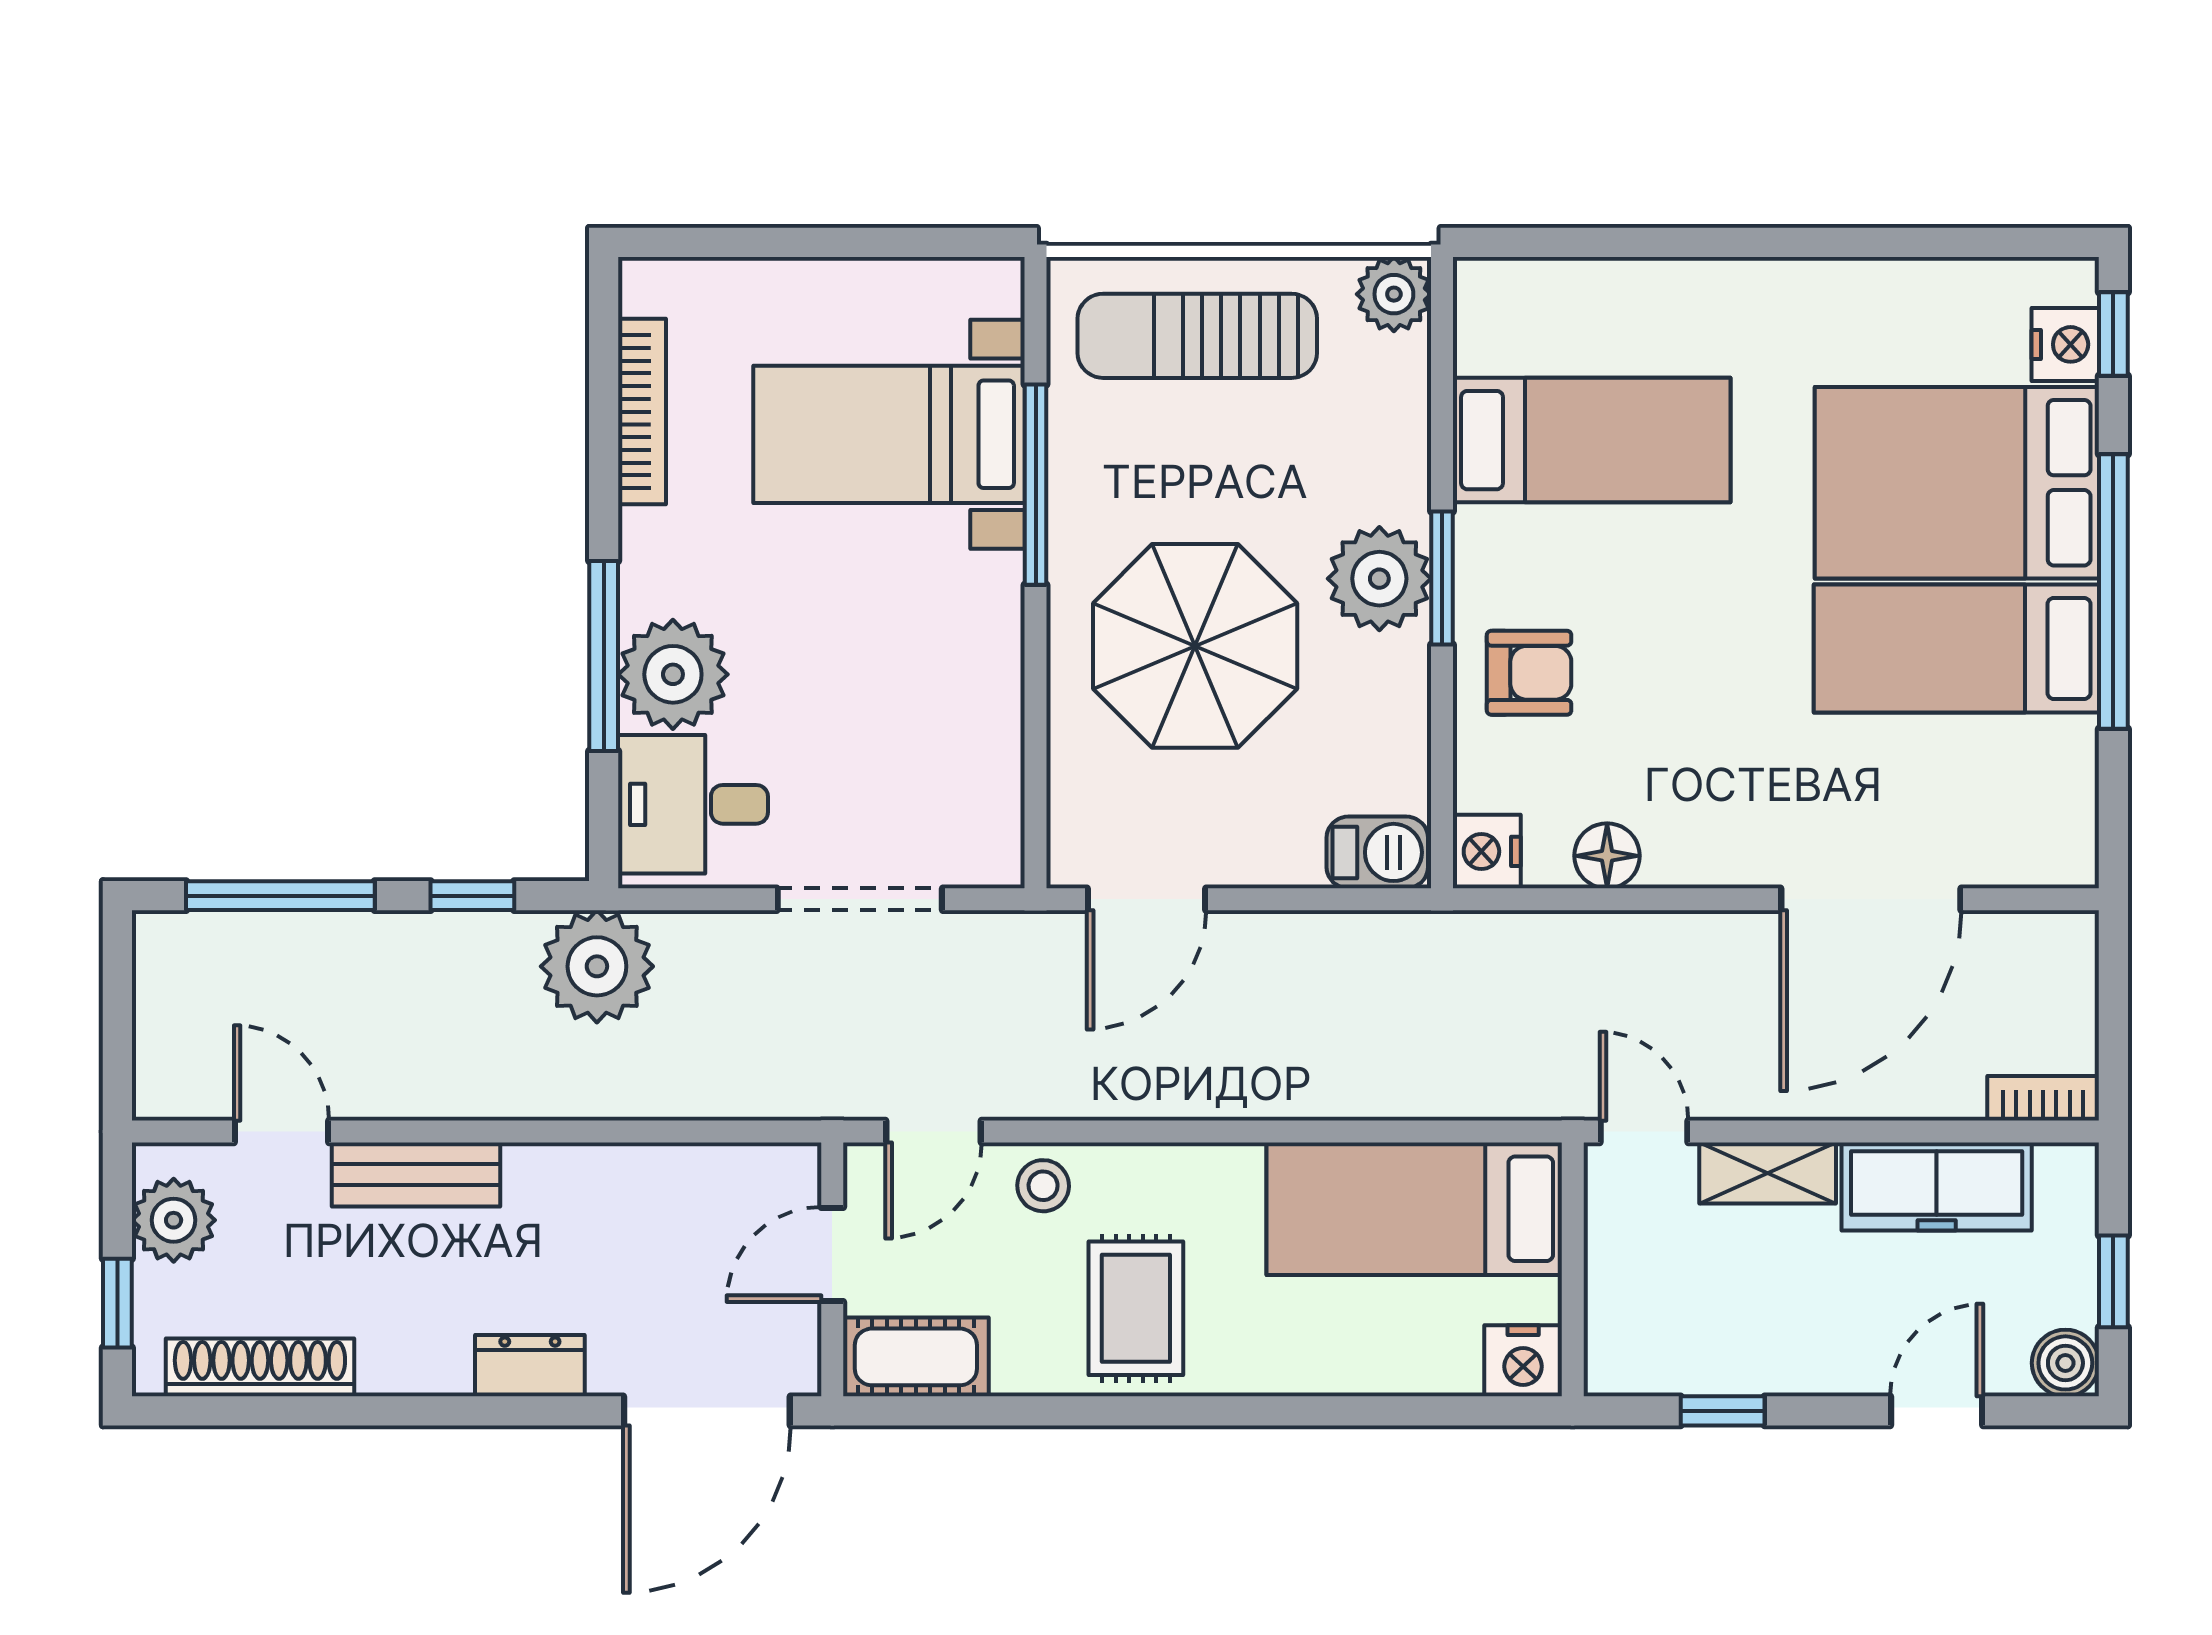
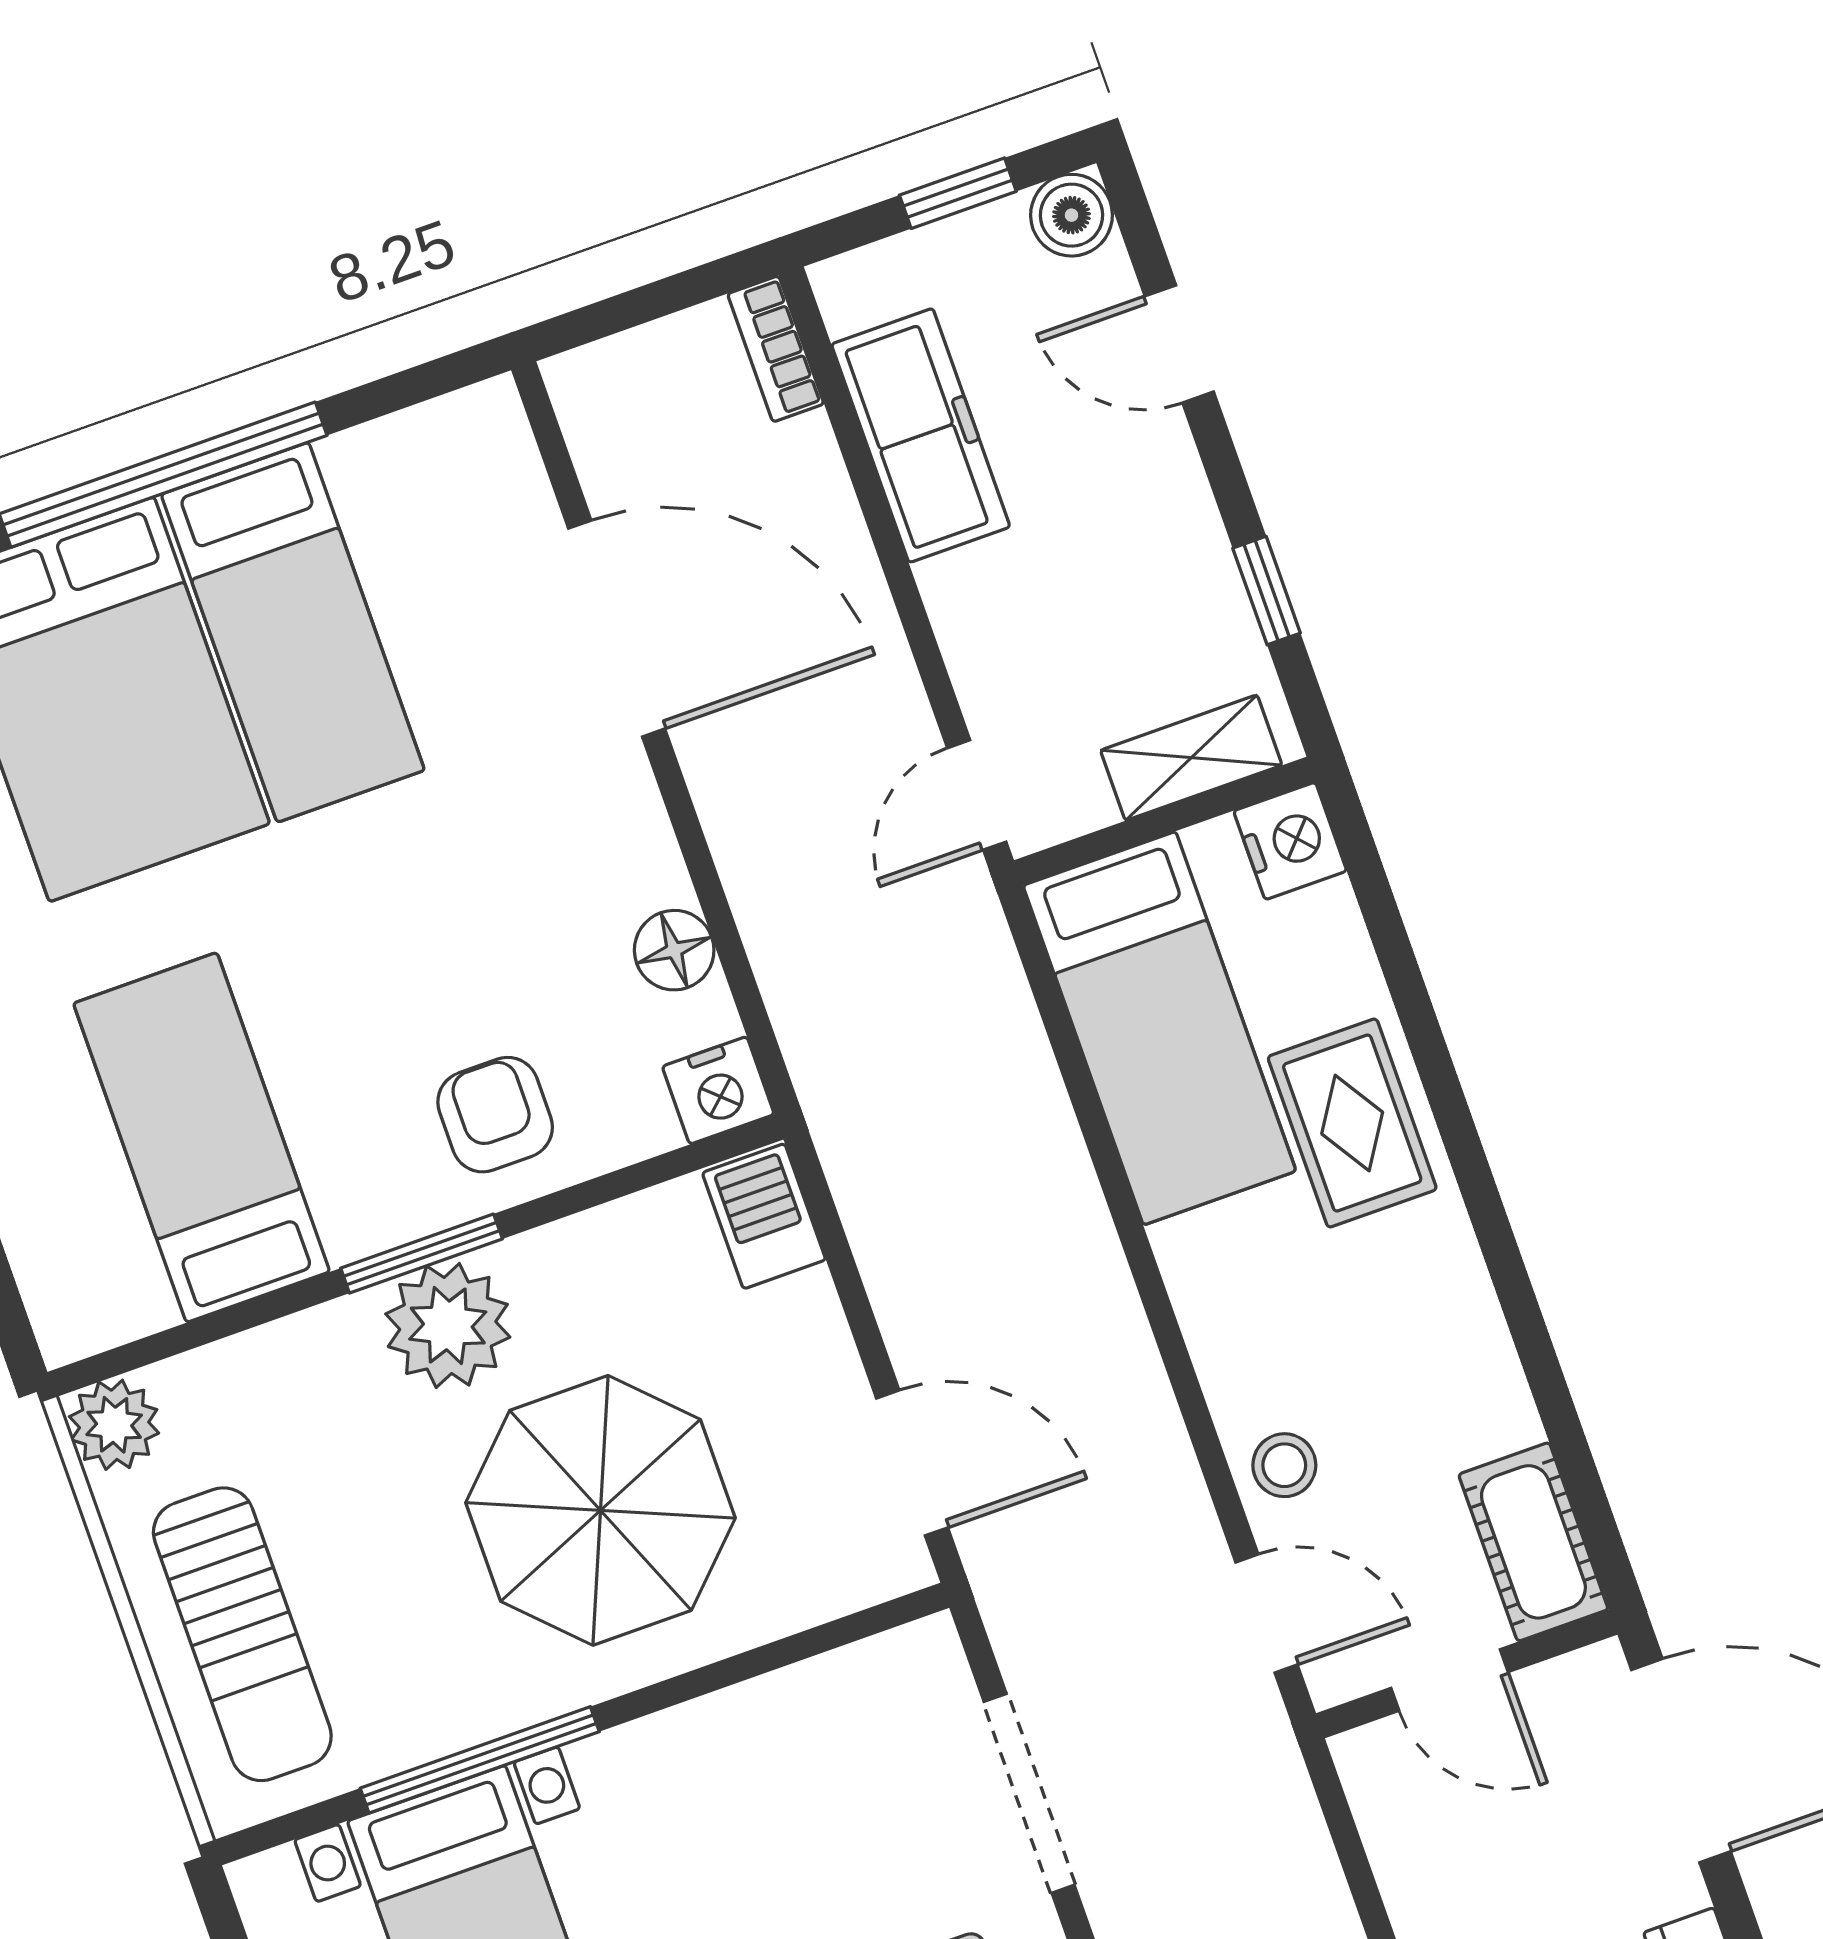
shelving: (1768, 1173) -> (1191, 758), moved, turned 90
rug: (1136, 1308) -> (1352, 1123), moved, turned 90

